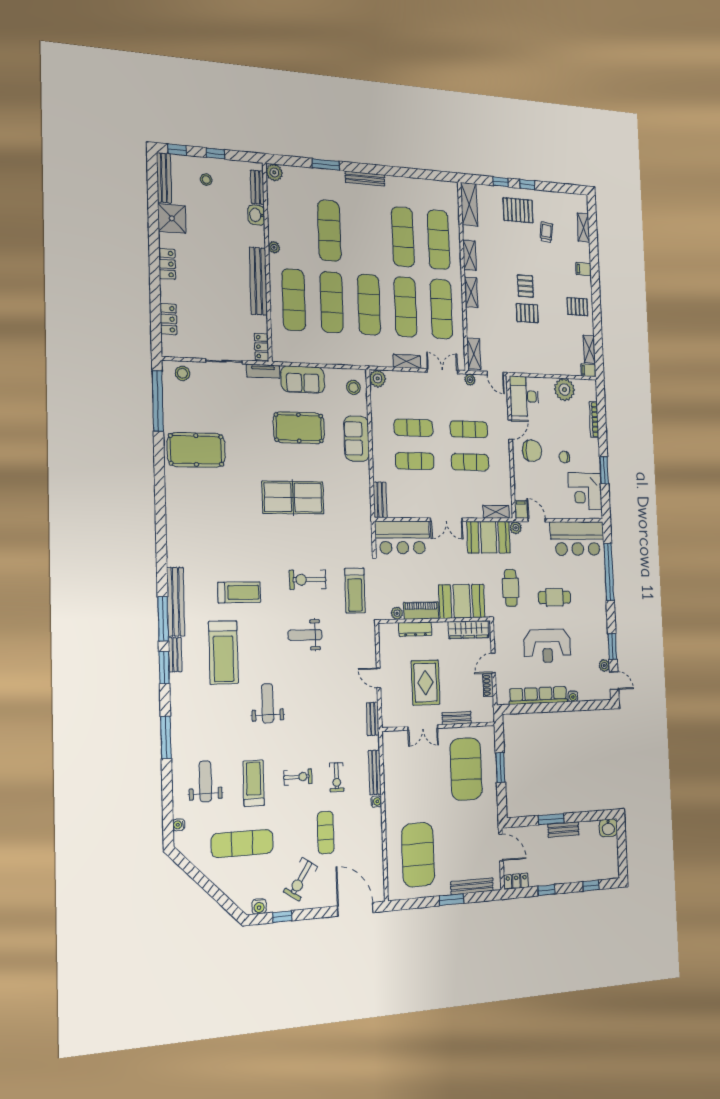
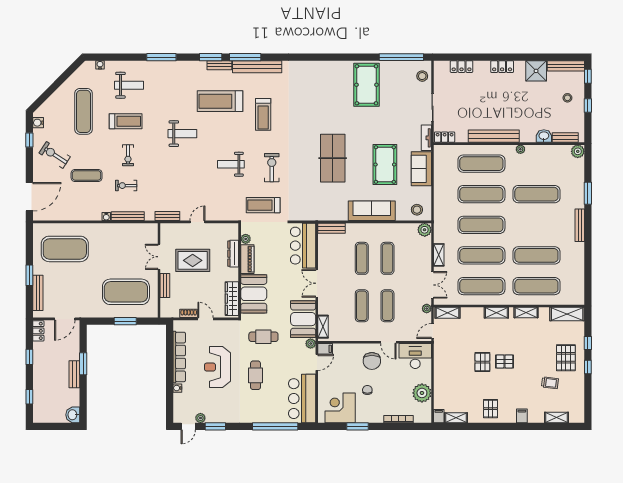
sofa: (357, 439) -> (372, 211), width x1.36
weight bench: (305, 635) -> (231, 164), turned -90

